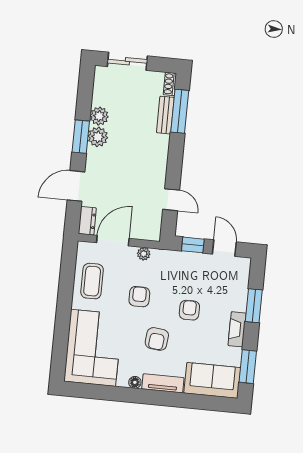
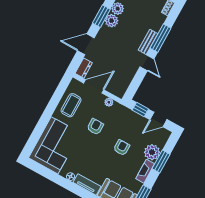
window: (180, 111) -> (161, 38), moved
bench: (165, 115) -> (148, 42), moved
door: (171, 200) -> (147, 63), moved
door: (224, 248) -> (158, 119), swing flipped
plant: (235, 298) -> (152, 152), added
armchair: (157, 339) -> (95, 156), removed

